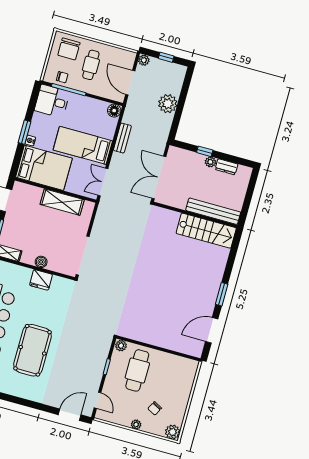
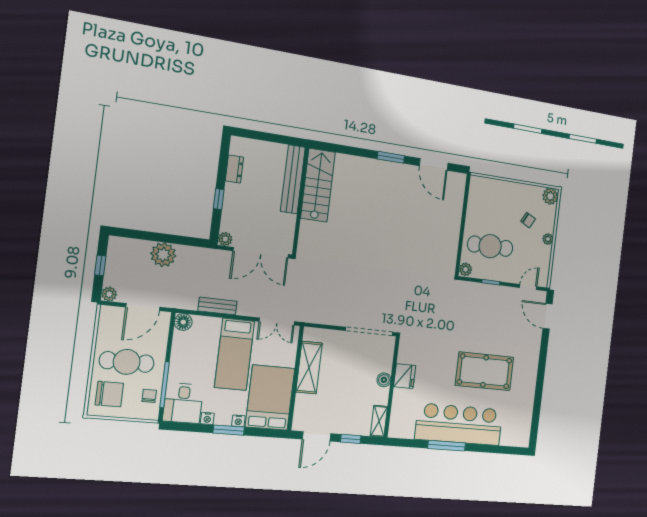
cafe table: (91, 65) -> (127, 362), width x1.37, depth x1.35
nightstand: (37, 117) -> (207, 418), added
plant: (210, 162) -> (225, 239), moved

